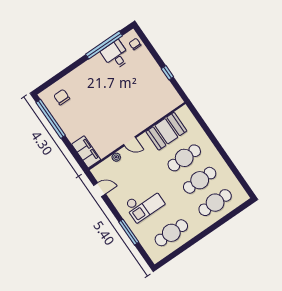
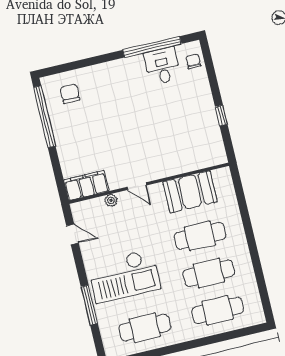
filing cabinet: (86, 152) -> (86, 185), moved, turned -90
checkout: (144, 204) -> (124, 276), width x1.36, depth x1.21

